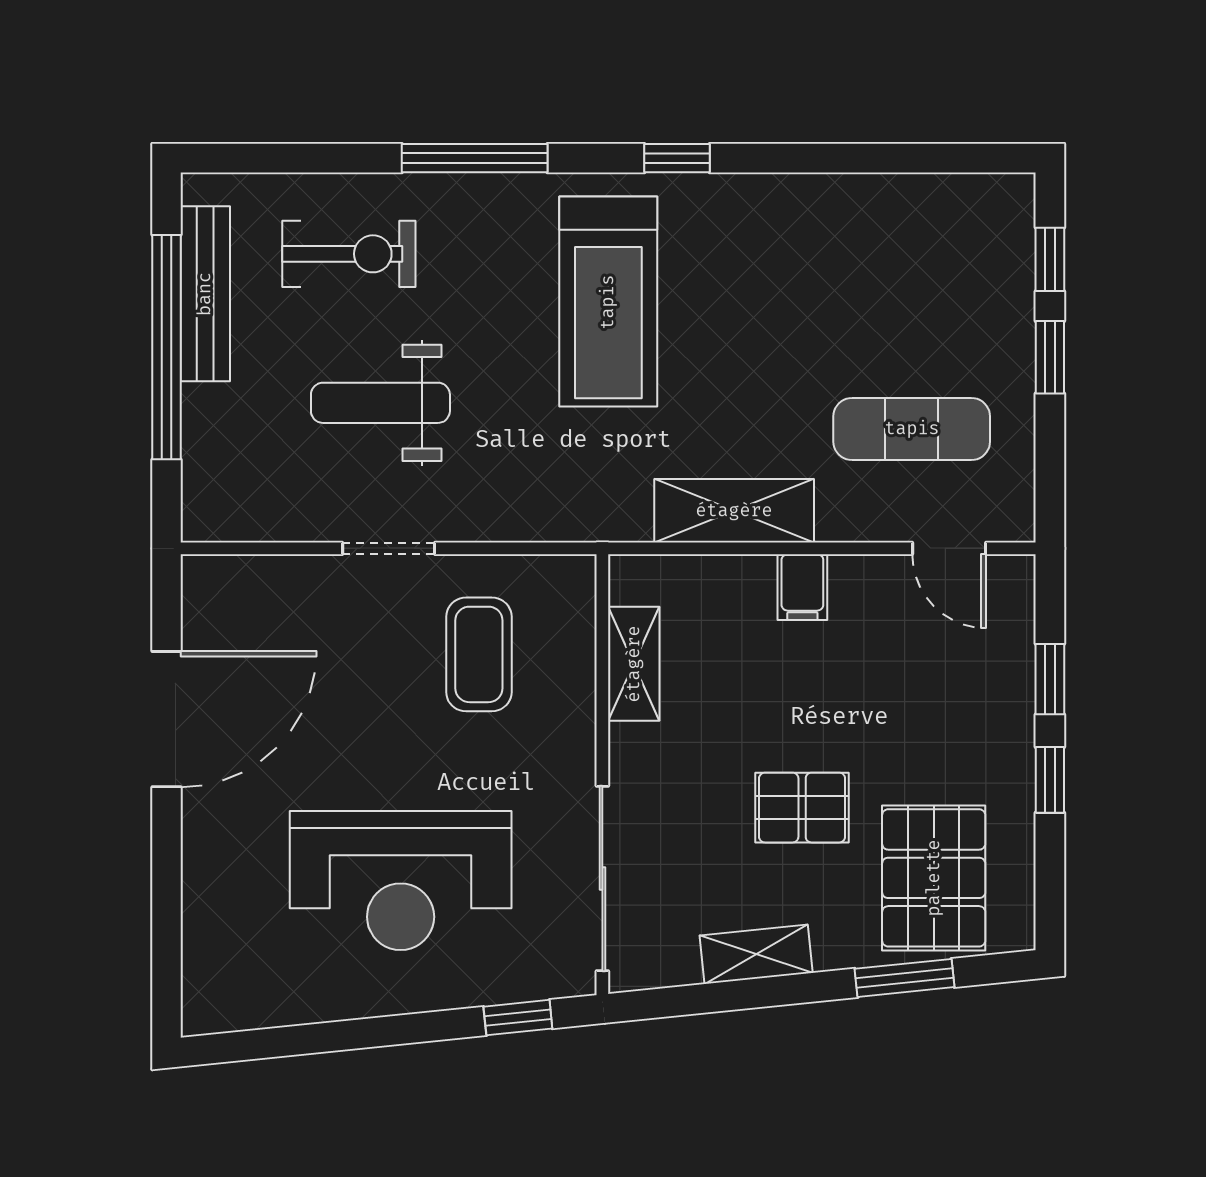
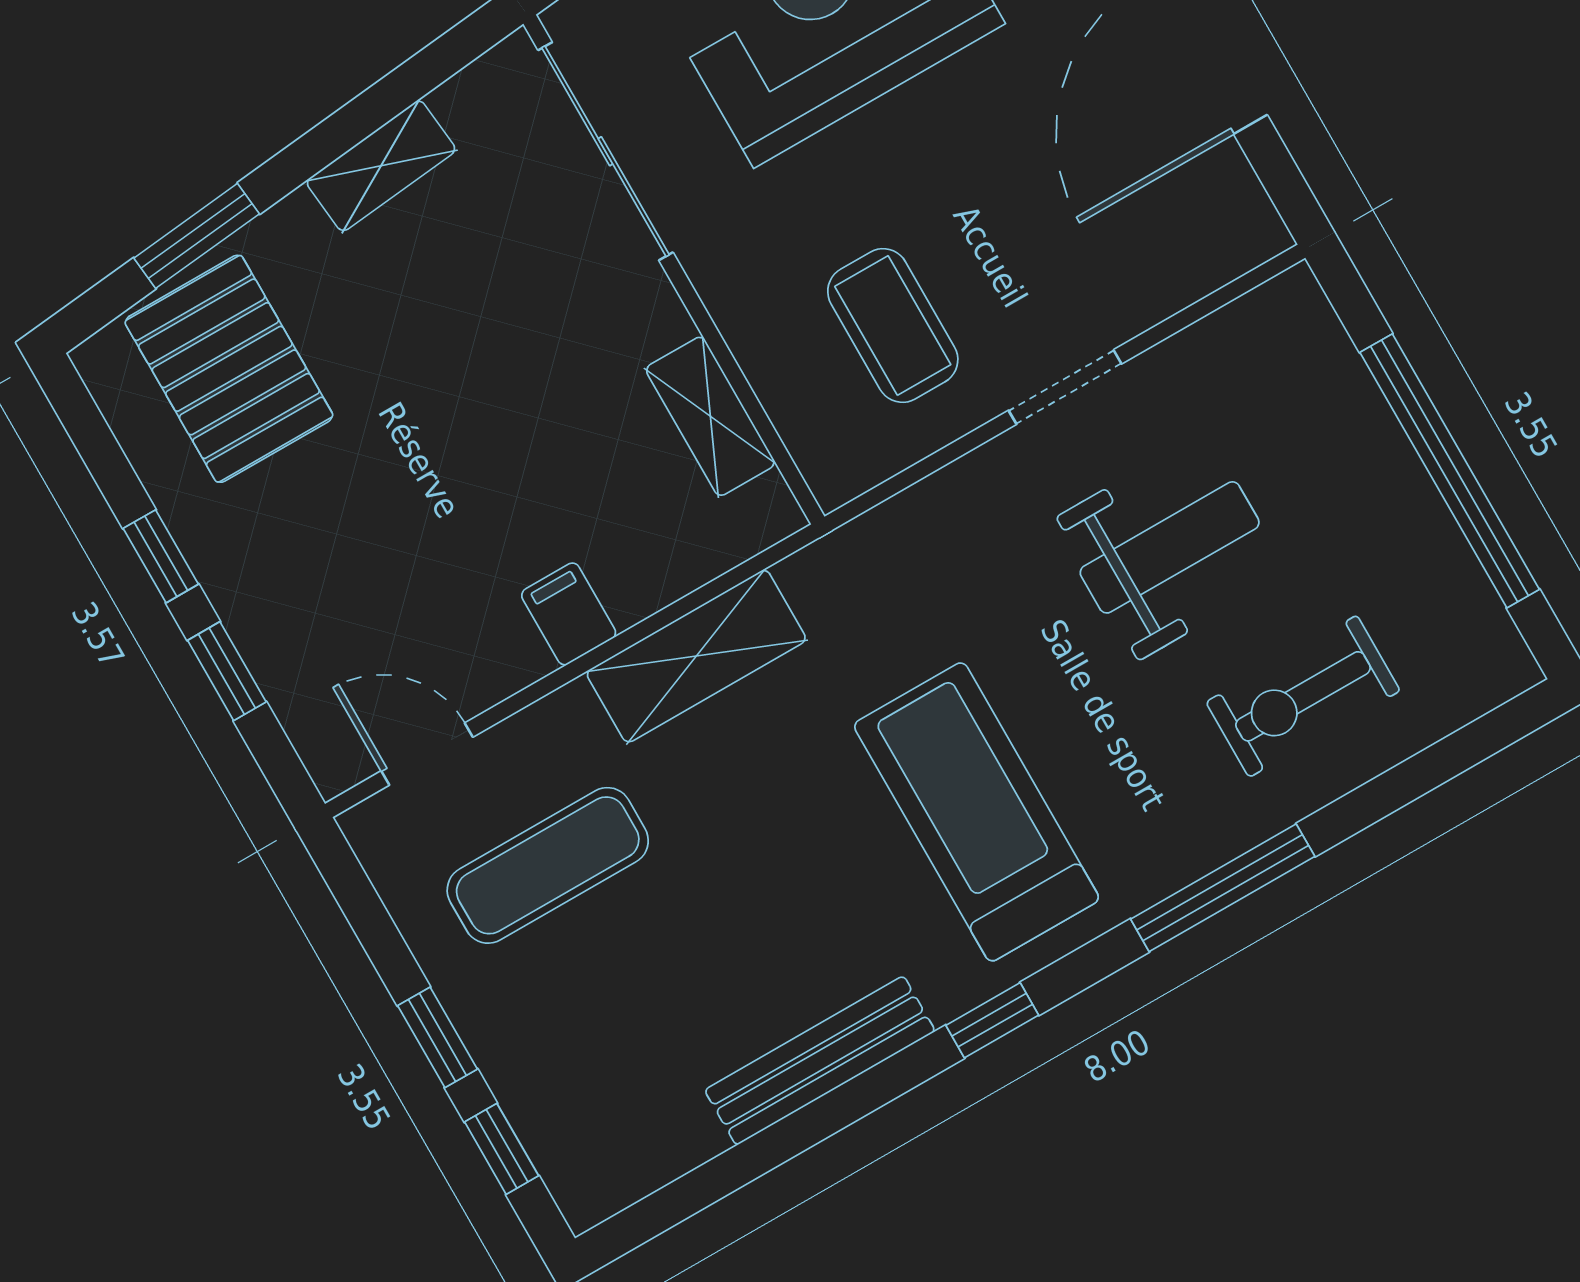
bench: (205, 294) -> (820, 1061), moved, turned 90
pallet: (802, 808) -> (425, 363), removed

